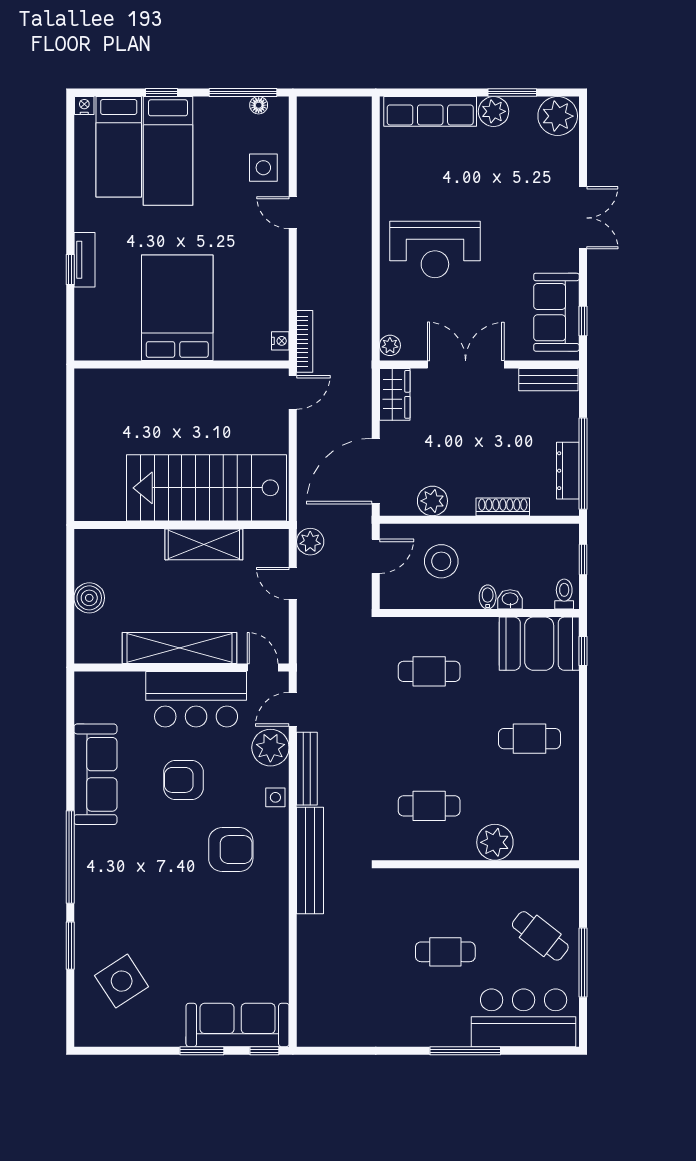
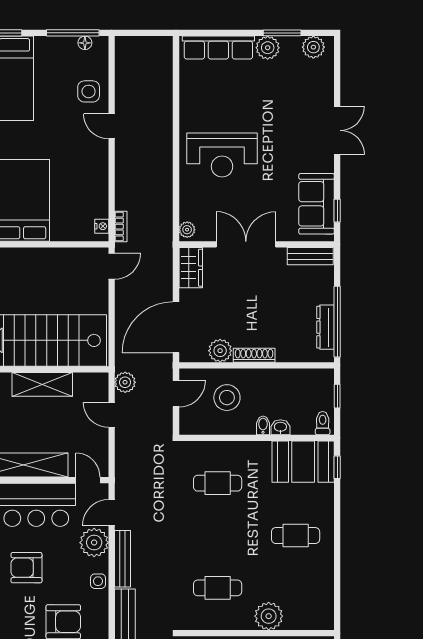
plant: (558, 116) -> (313, 47), width x0.73, depth x0.73
bookcase: (305, 341) -> (121, 227), width x0.64
shoe rack: (503, 507) -> (254, 355), moved

